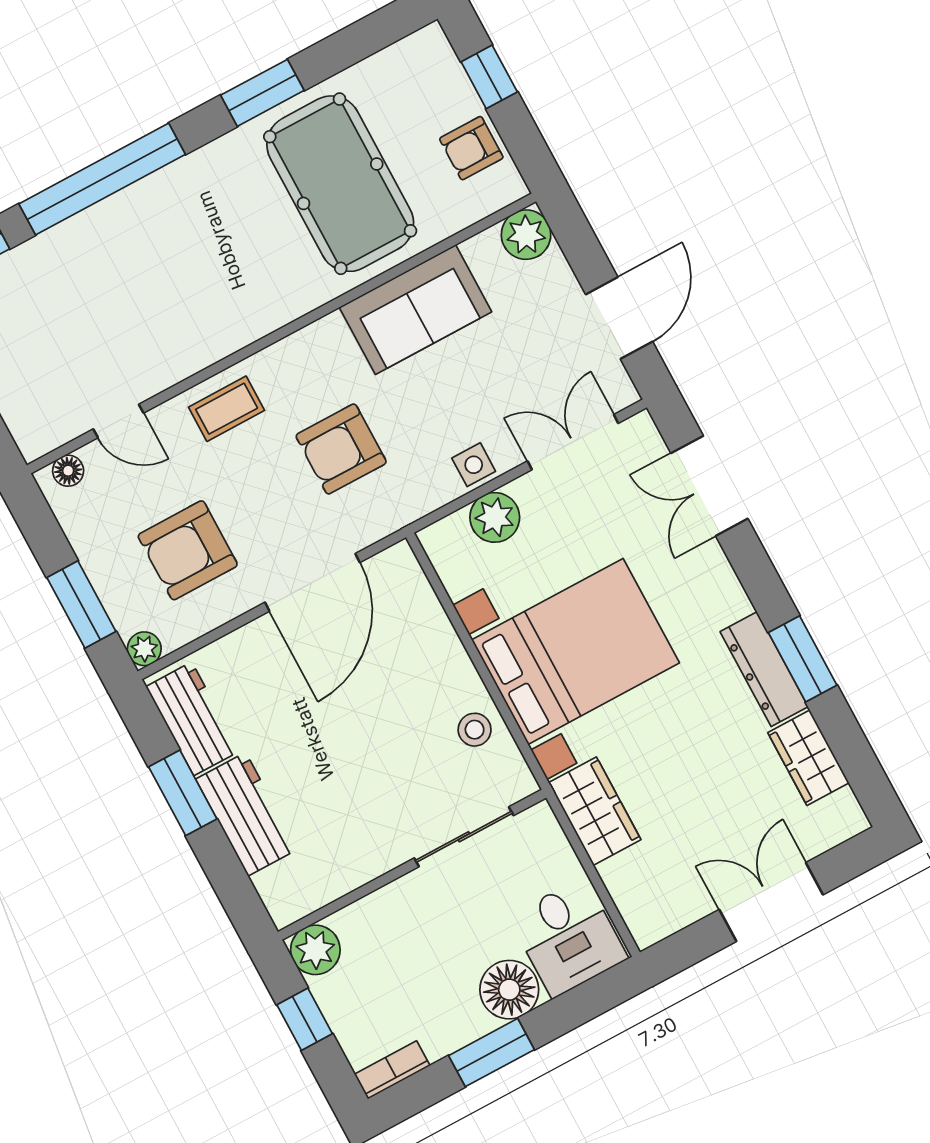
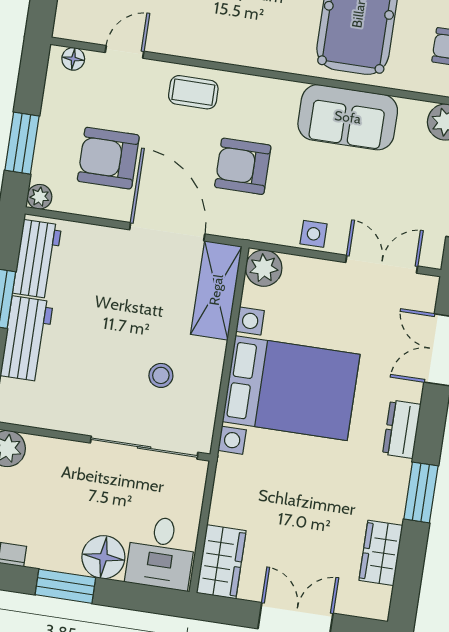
door: (118, 421) -> (124, 52), swing flipped
plant: (495, 517) -> (264, 268), moved
door: (312, 582) -> (167, 232), swing flipped
shelving: (414, 606) -> (216, 290), added
dresser: (764, 669) -> (402, 429), moved, width x0.70
stool: (475, 730) -> (161, 375), moved
wardrobe: (595, 811) -> (221, 562), moved
sliding door: (464, 837) -> (144, 448), width x1.37

